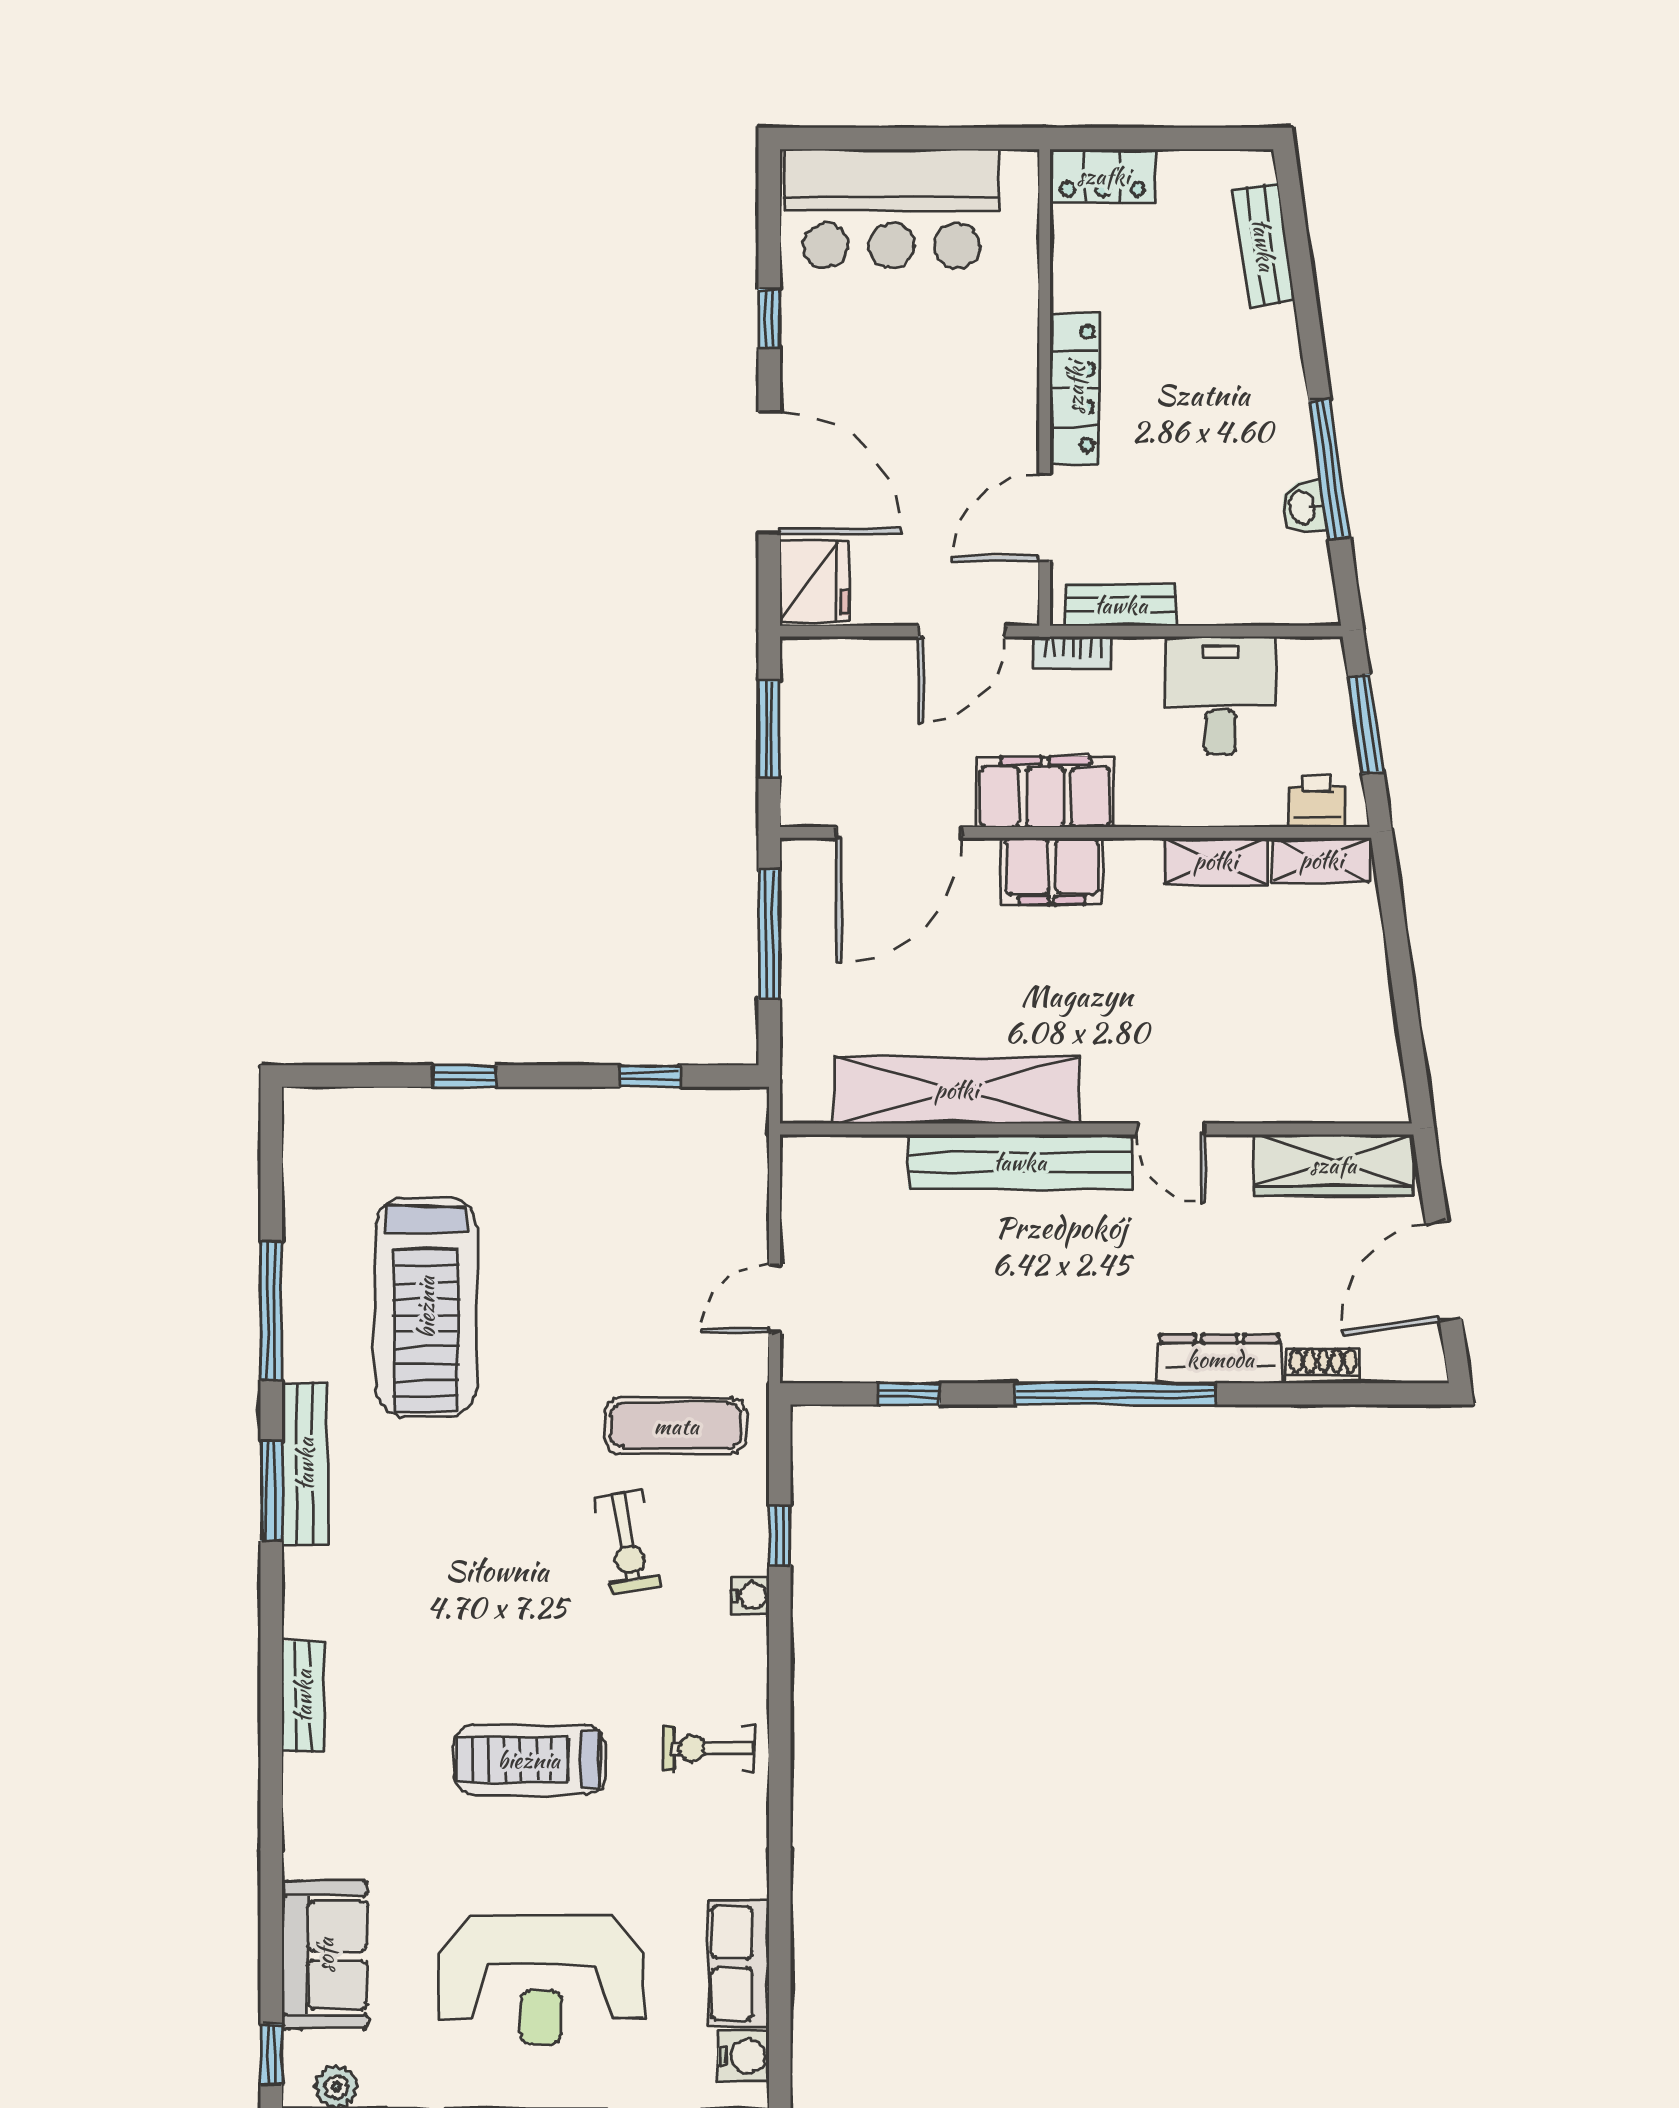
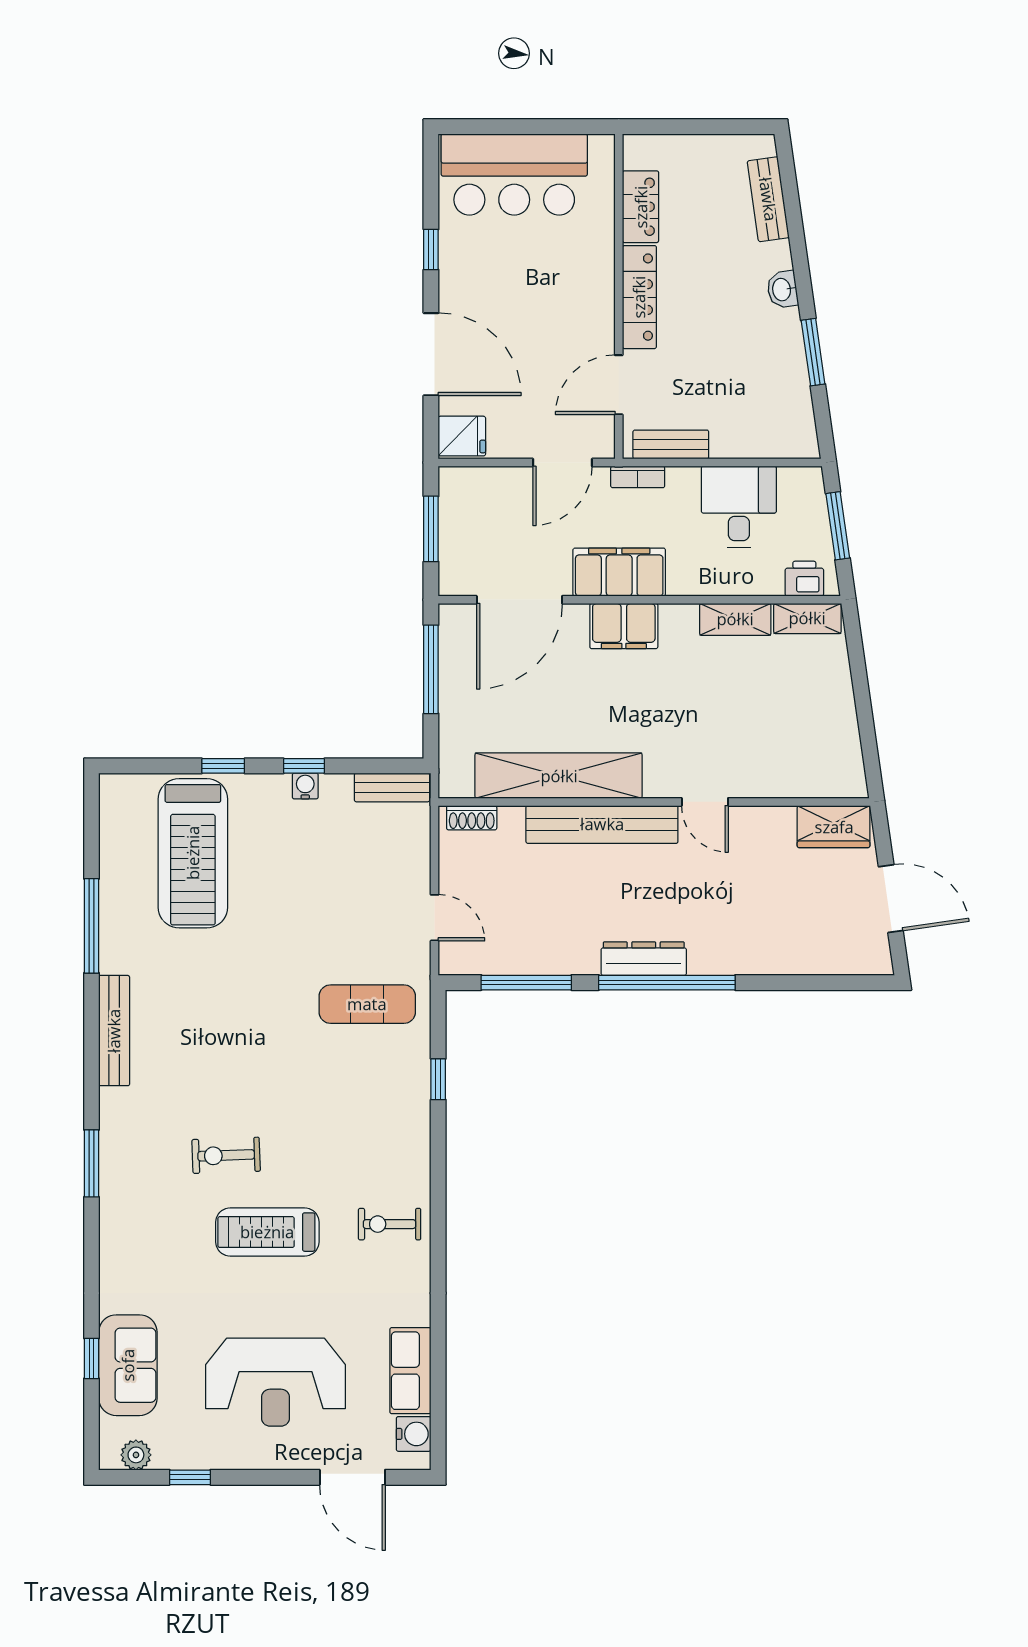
locker: (1103, 176) -> (641, 207), moved, turned -90
window: (1330, 469) -> (813, 352), width x0.69
washbasin: (1303, 507) -> (782, 289), moved
fridge: (814, 581) -> (462, 436), width x0.72
window: (650, 1076) -> (304, 766), moved
wardrobe: (1333, 1165) -> (834, 827), width x0.67
door: (1444, 1271) -> (891, 899), swing flipped
door: (774, 1299) -> (435, 918), swing flipped
treadmill: (426, 1307) -> (193, 853), moved
dresser: (1220, 1359) -> (644, 959), moved
shoe rack: (1323, 1365) -> (472, 818), moved, turned 180
window: (909, 1394) -> (526, 983), width x2.17
window: (271, 1491) -> (91, 1163), moved
exercise bike: (627, 1542) -> (226, 1155), moved, turned 98
water cooler: (750, 1596) -> (305, 786), moved, turned -90
bench: (303, 1696) -> (392, 787), moved, turned 90
window: (271, 2054) -> (91, 1358), moved

